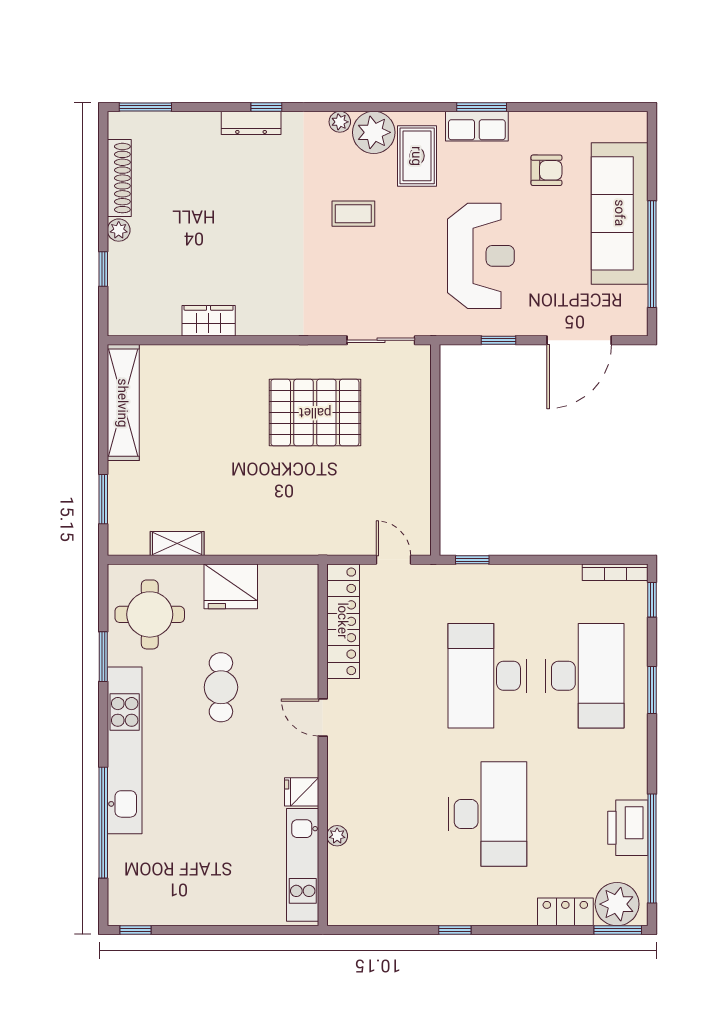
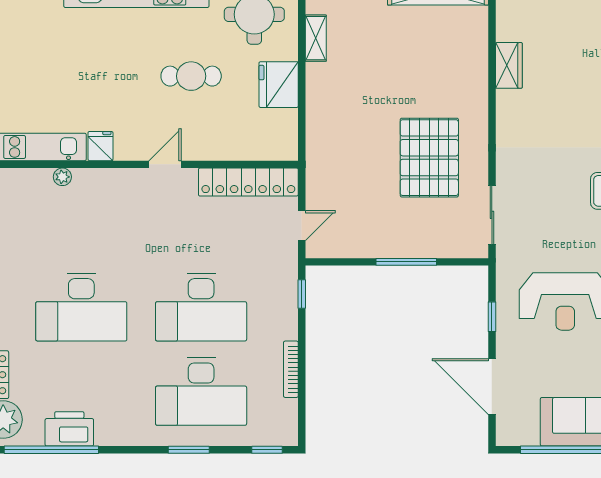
window: (435, 439) -> (406, 262), added
bookcase: (615, 572) -> (291, 369), moved
desk: (487, 676) -> (201, 307), turned 180

